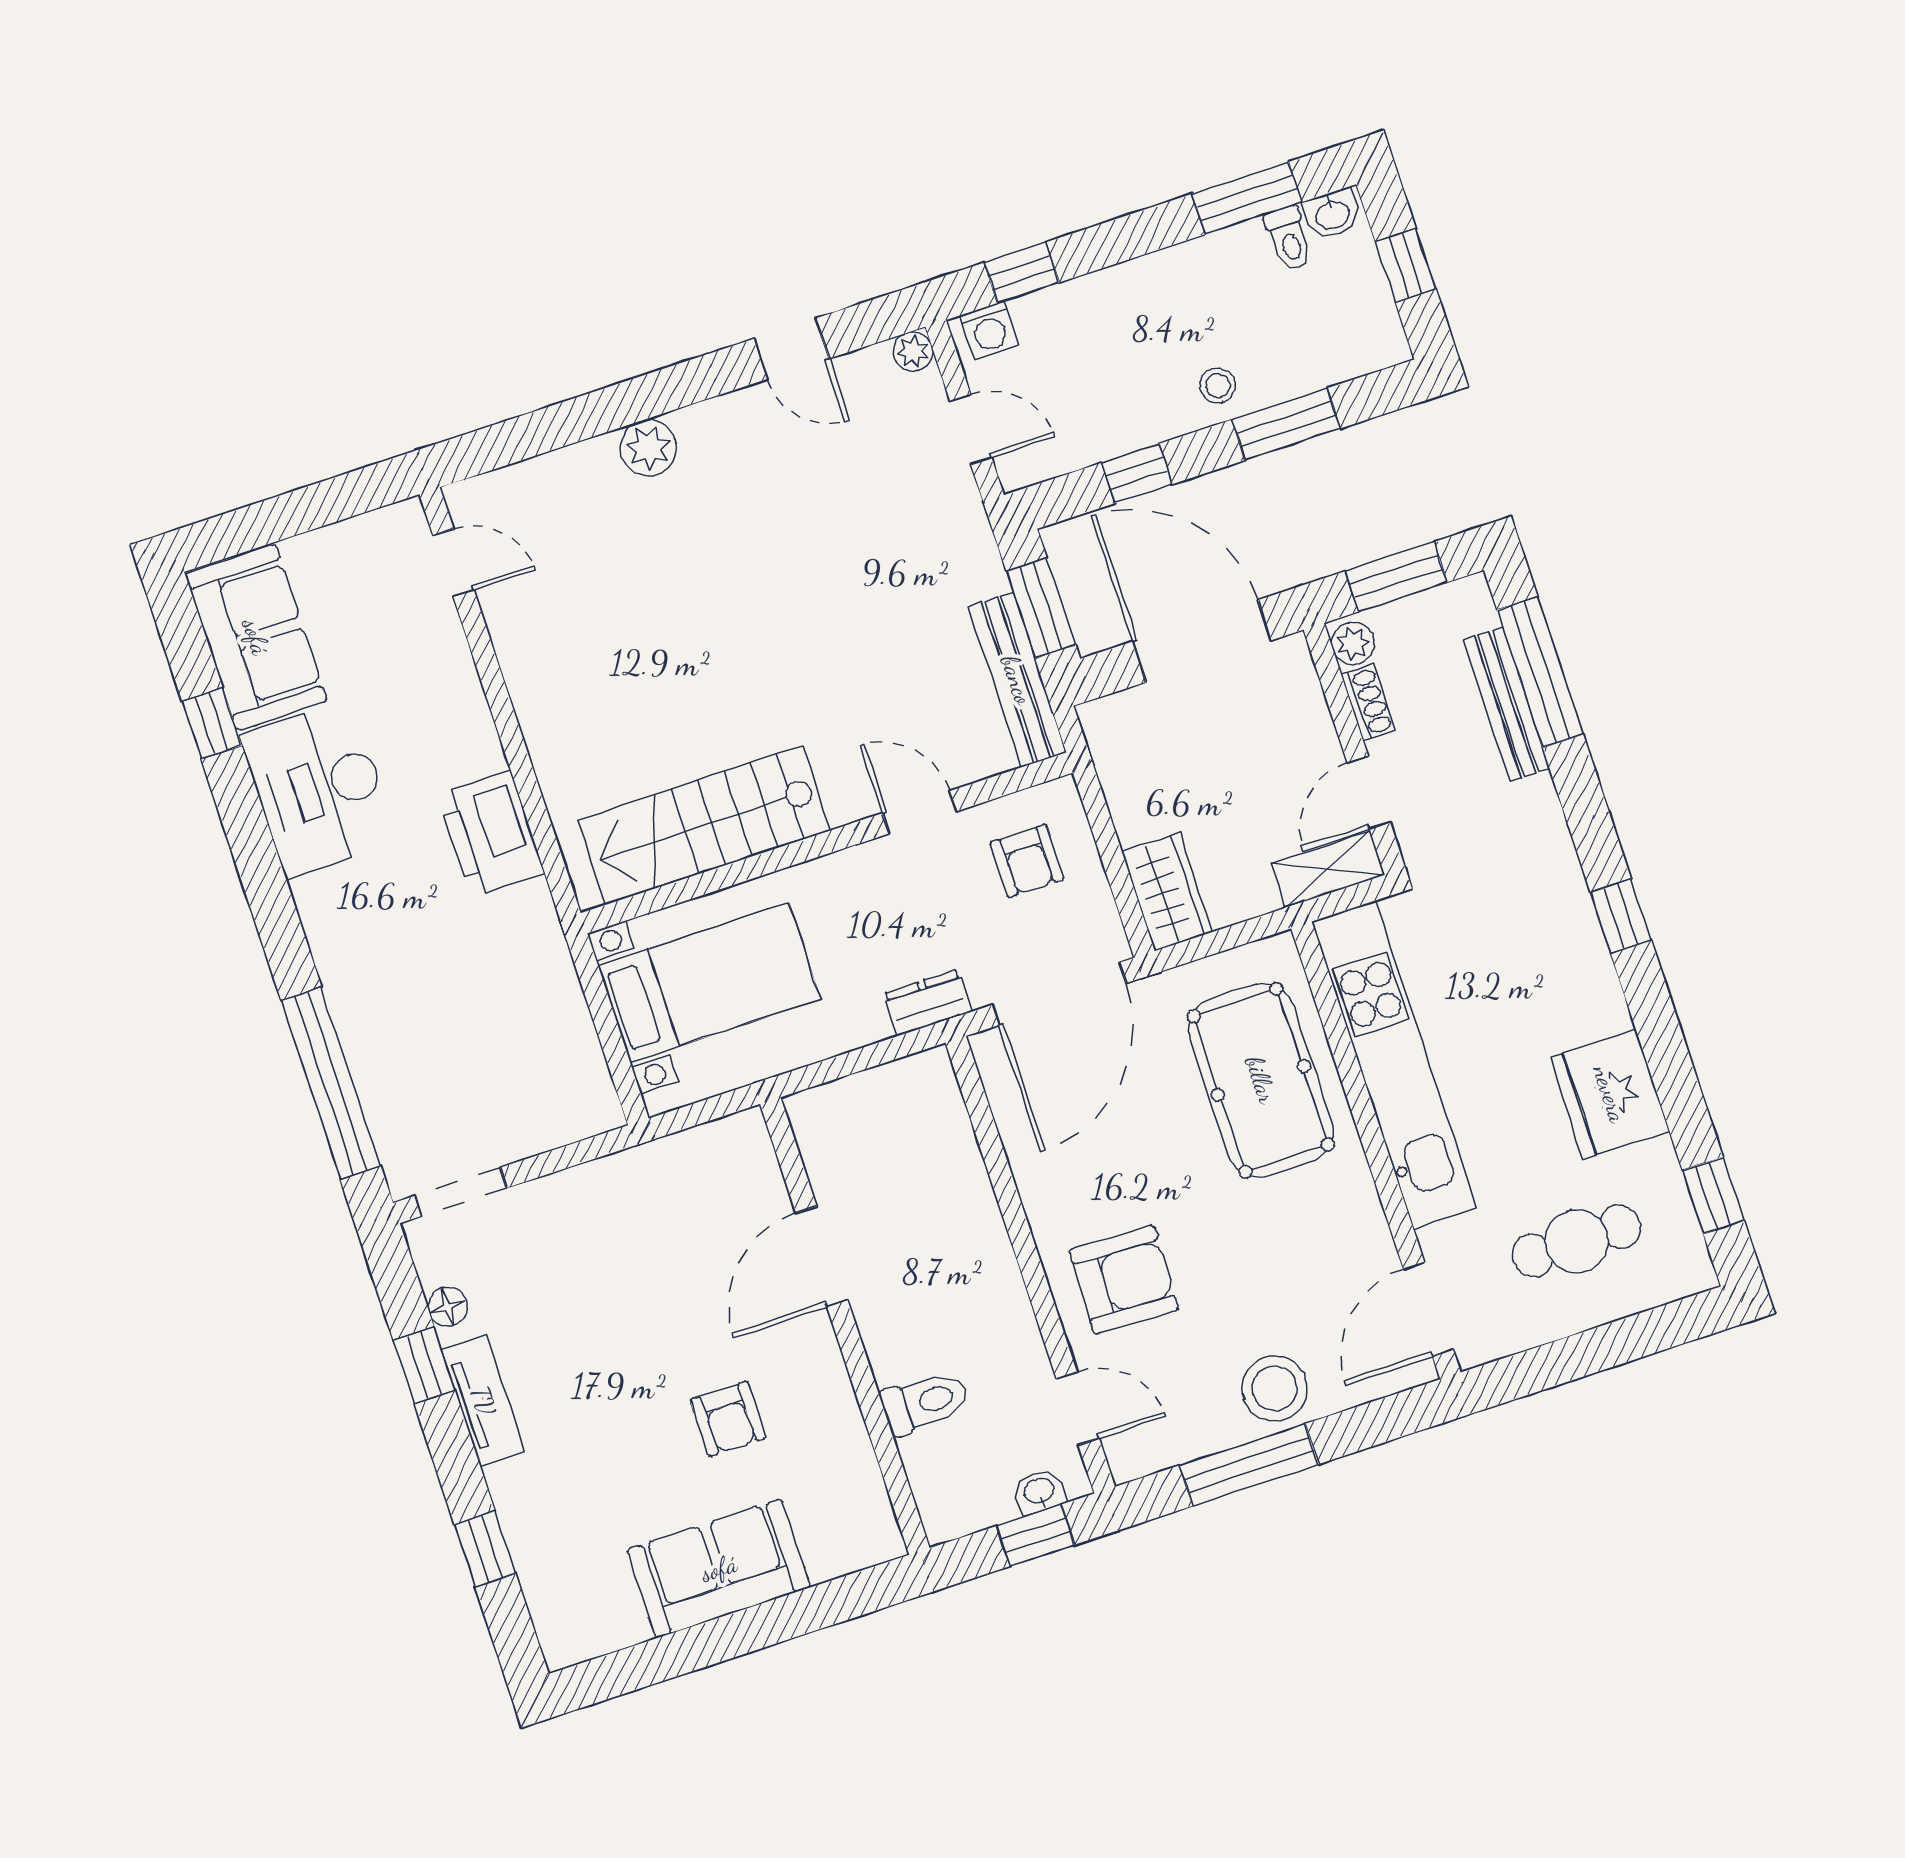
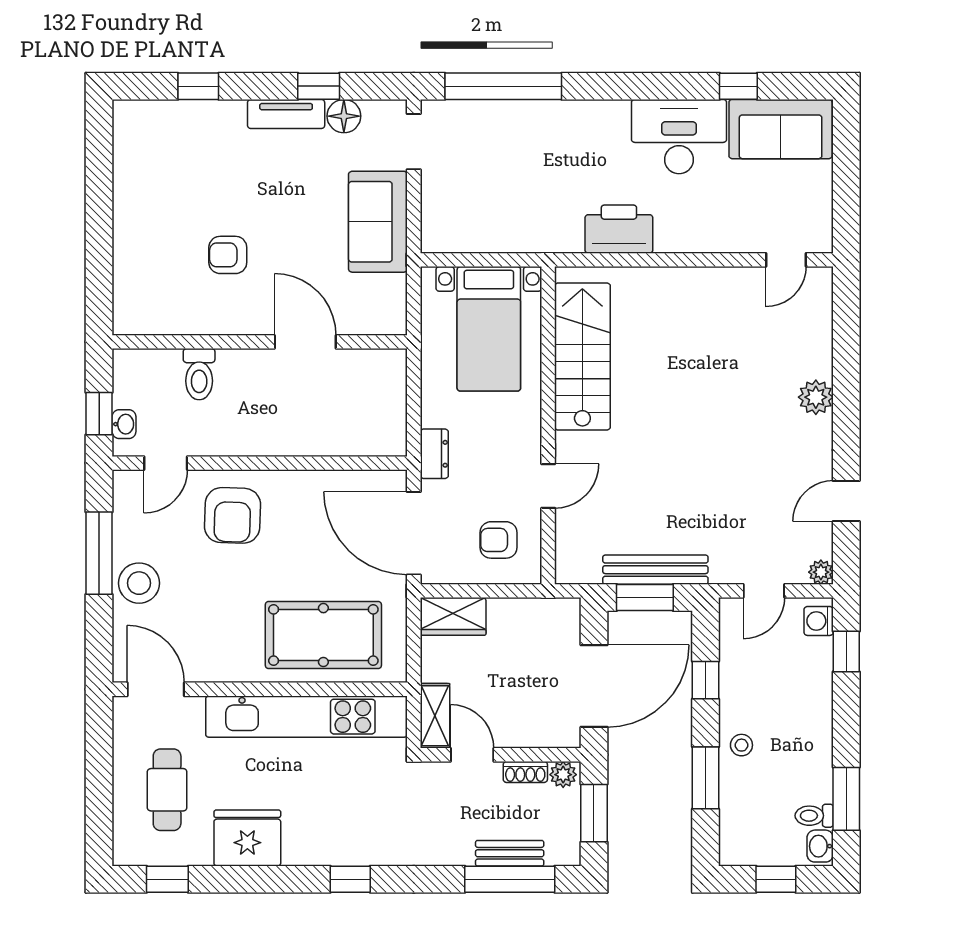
bench: (1017, 680) -> (655, 570), moved
bench: (1507, 704) -> (510, 853), width x0.73
floor lamp: (448, 1307) -> (344, 116), width x1.37, depth x1.37
sofa: (719, 1568) -> (378, 222), moved, turned 180

